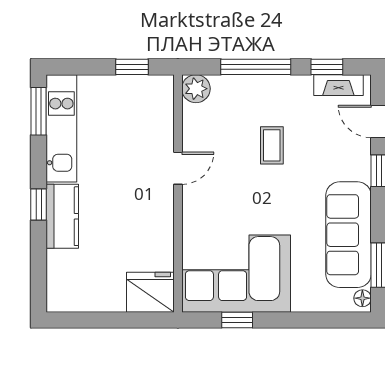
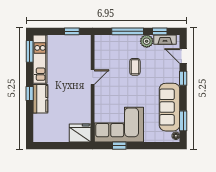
plant: (196, 89) -> (147, 41), moved

